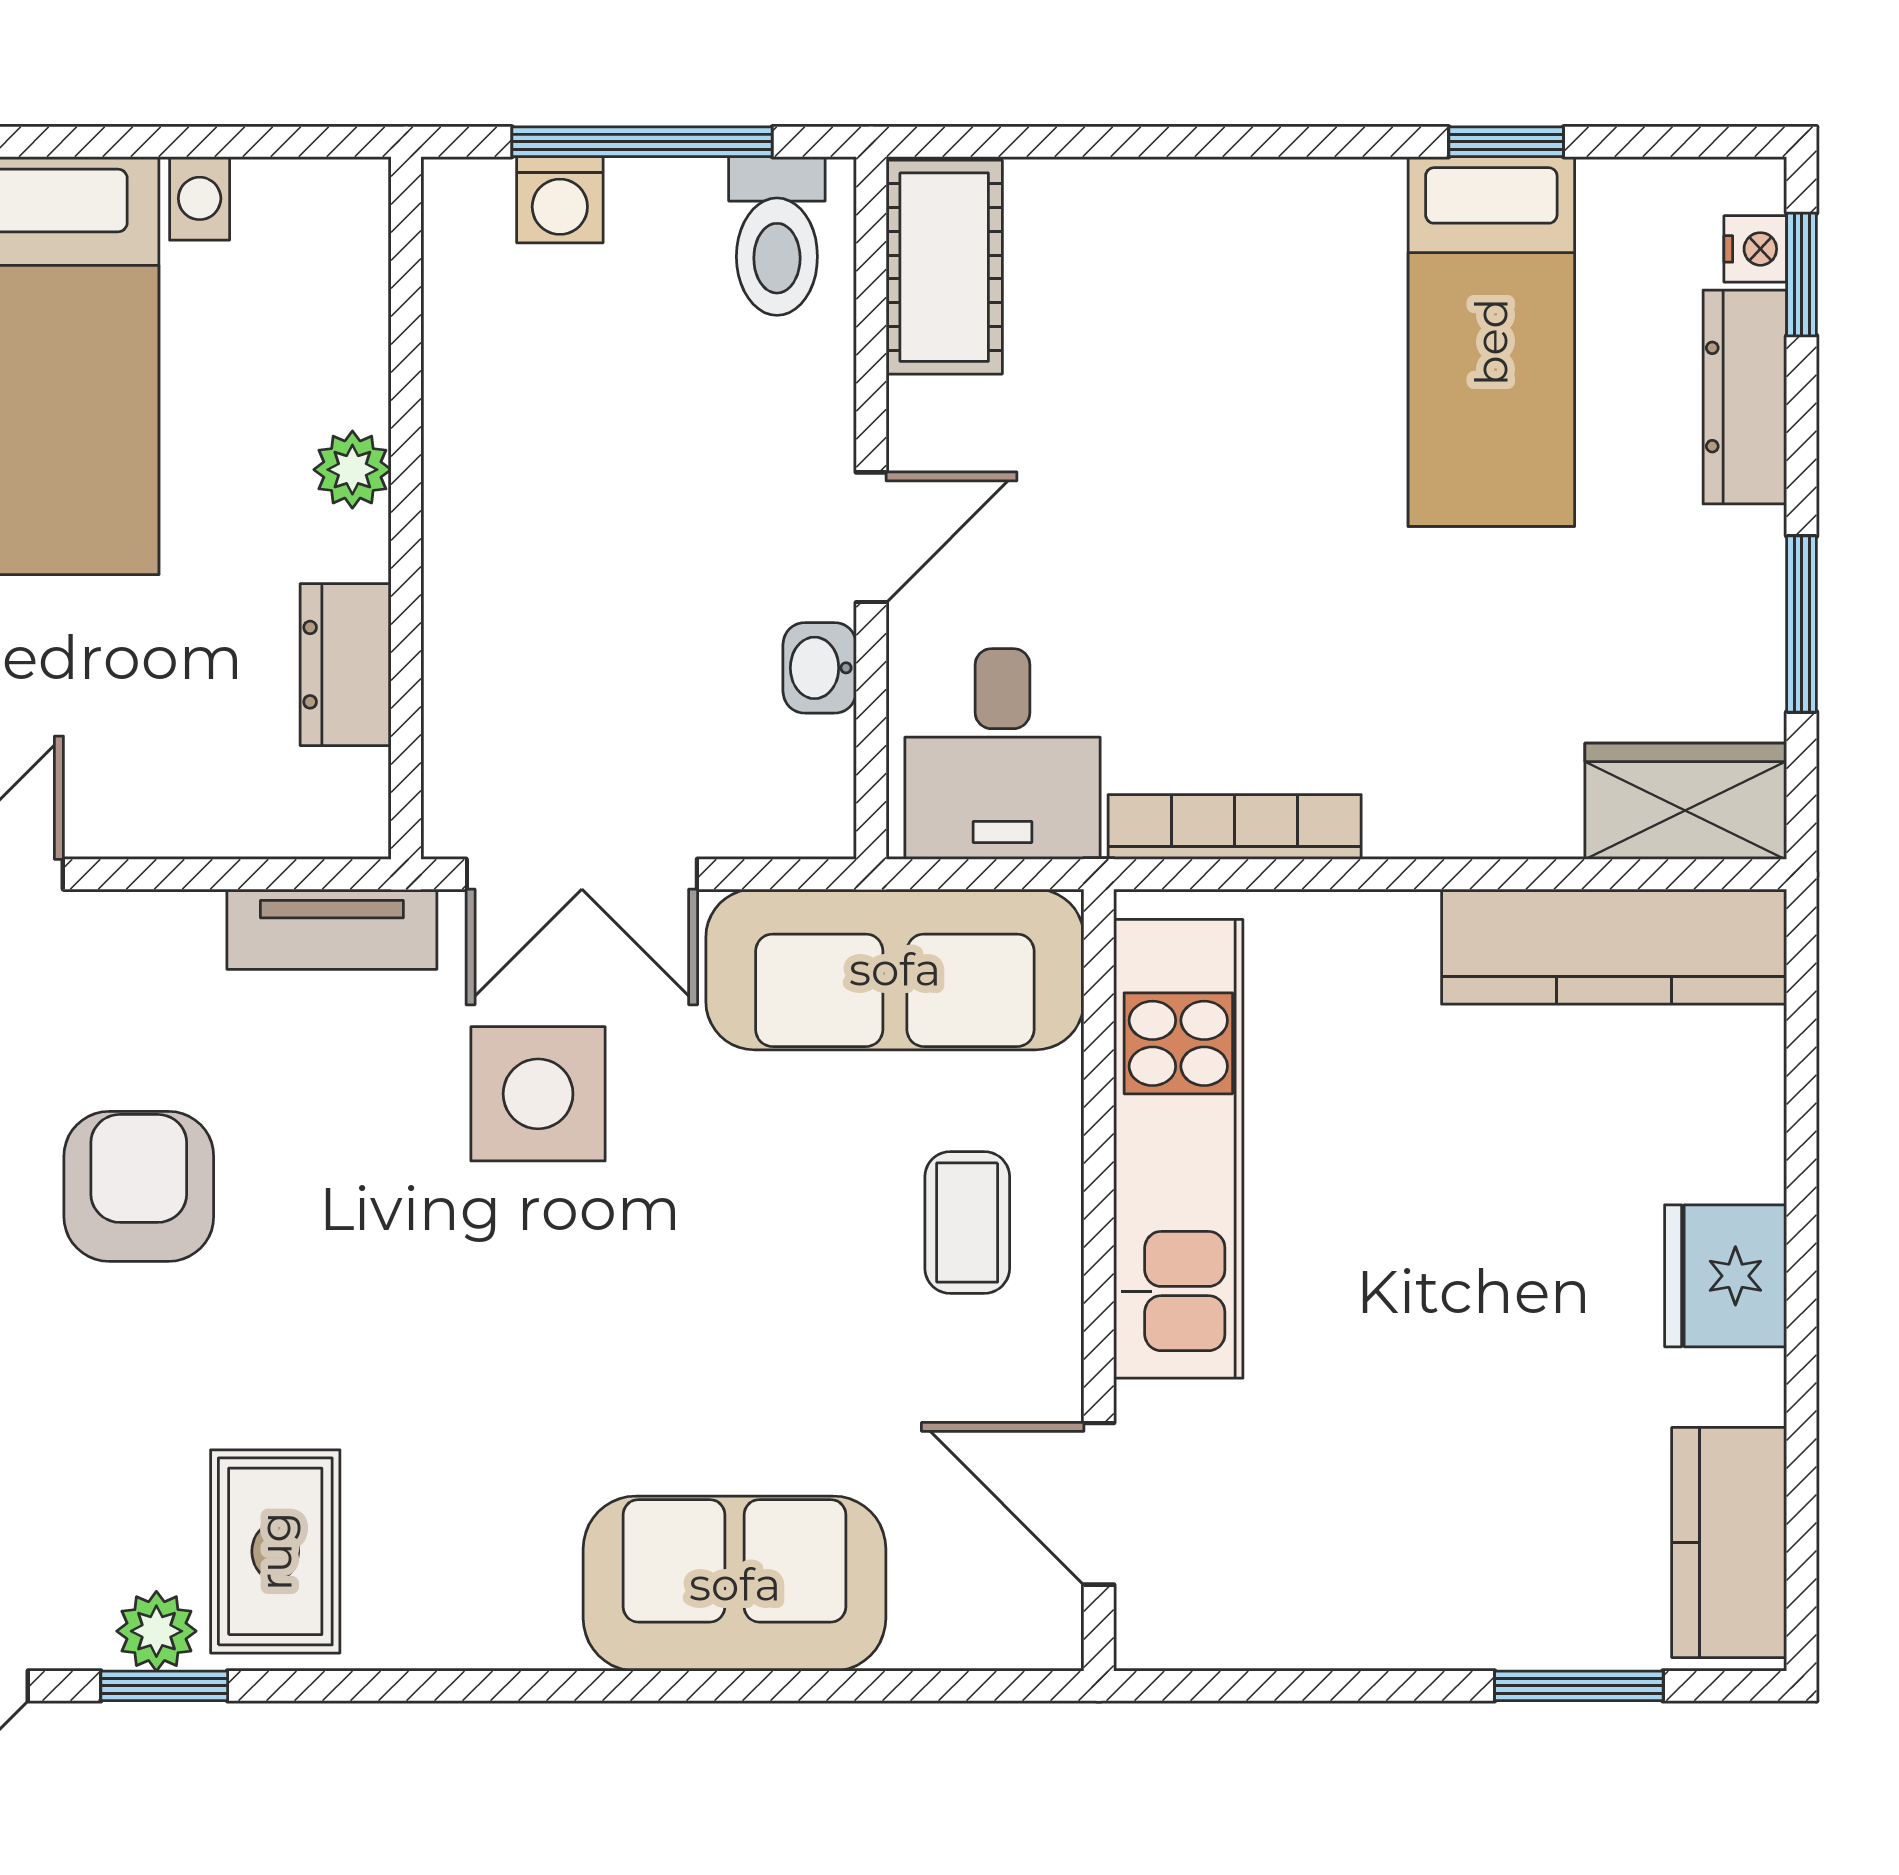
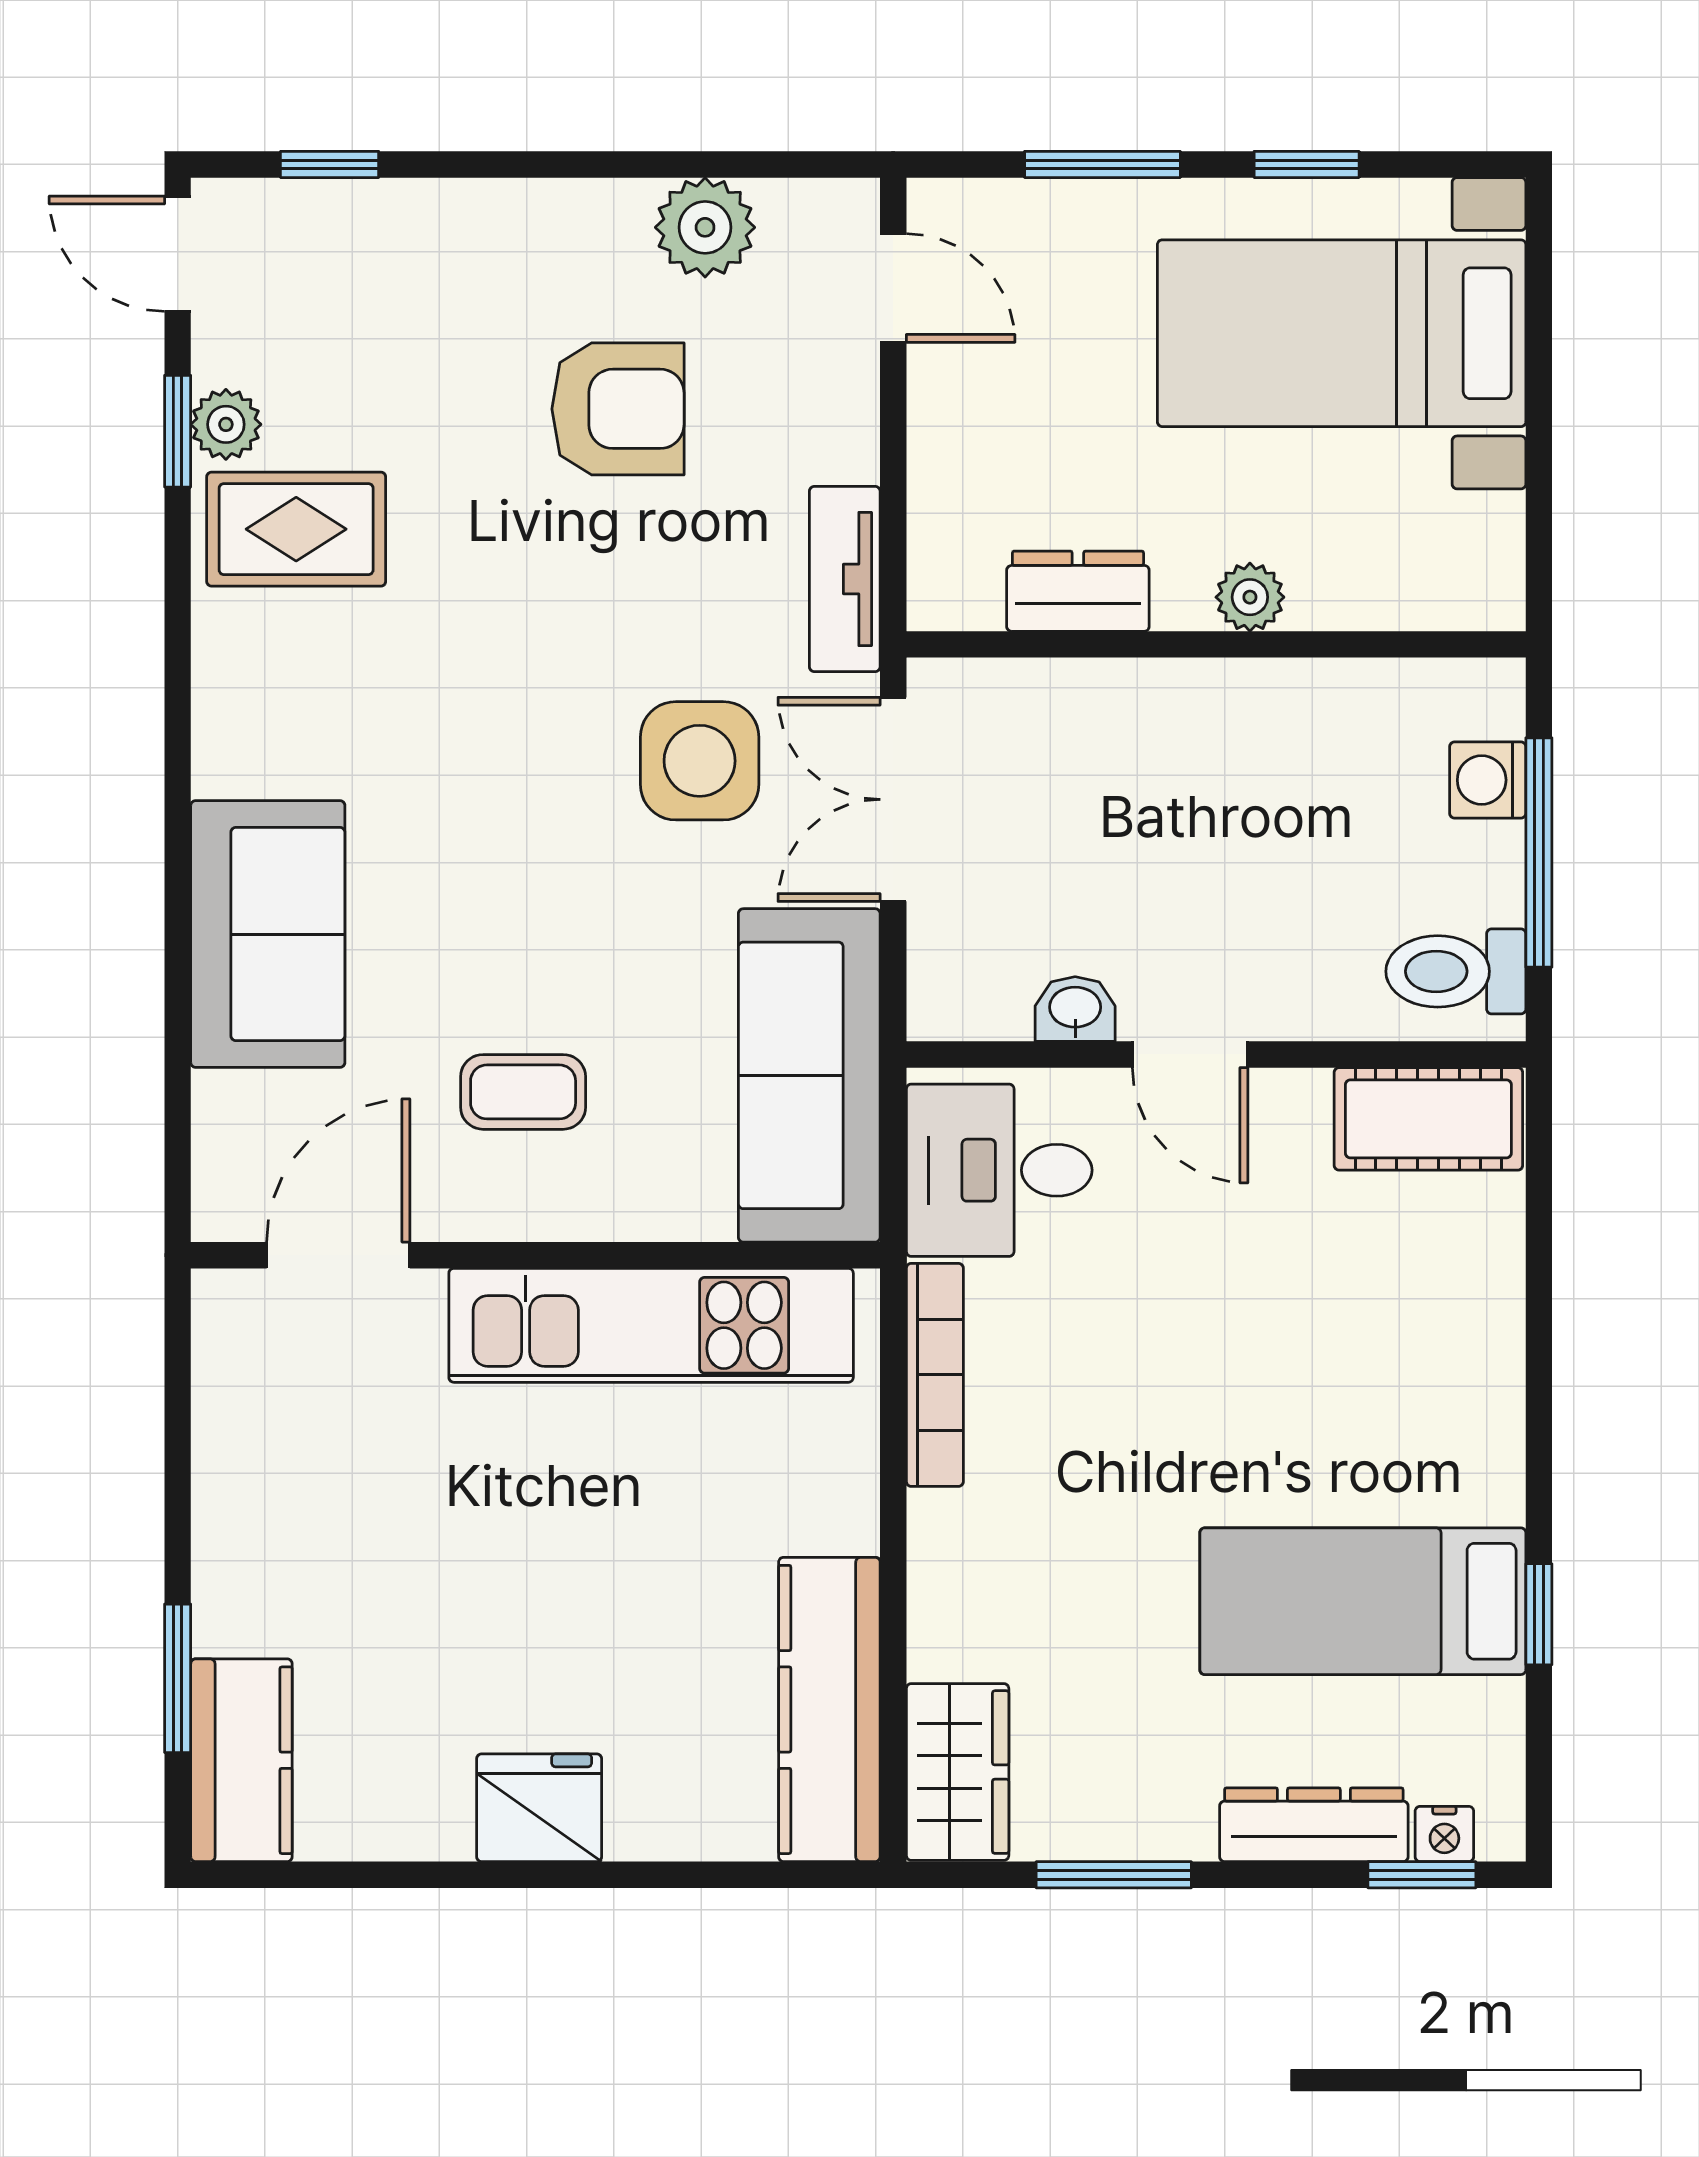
coffee table: (967, 1223) -> (523, 1092), moved
kitchen counter: (1729, 1542) -> (241, 1760), moved, turned 90

